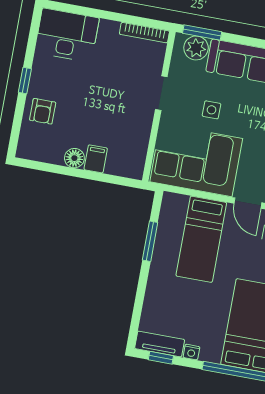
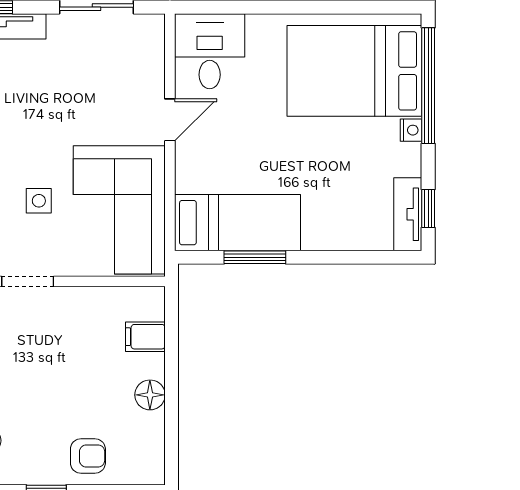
filing cabinet: (96, 159) -> (145, 337), moved
bed: (201, 239) -> (238, 223), moved
nightstand: (191, 352) -> (411, 130), moved

